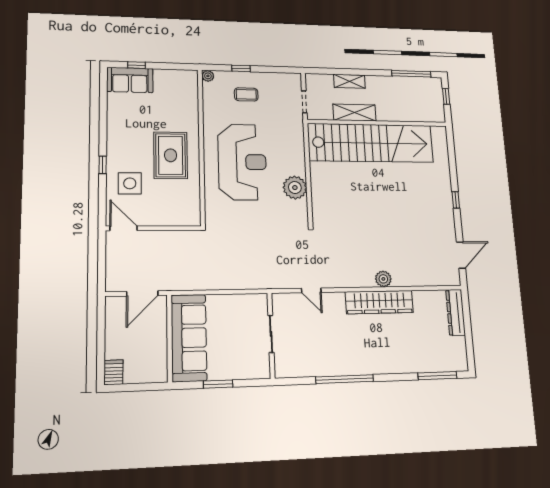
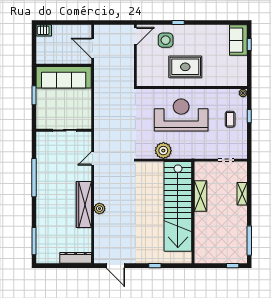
shelving: (354, 113) -> (200, 196), moved
wall: (378, 123) -> (193, 212), moved
stairs: (371, 143) -> (178, 206), moved
reception desk: (242, 162) -> (181, 115), turned 180

